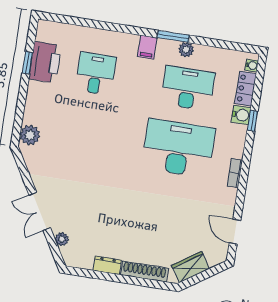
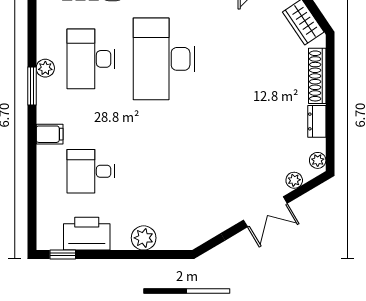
filing cabinet: (147, 47) -> (50, 134), moved
window: (27, 63) -> (63, 254), moved
plant: (30, 135) -> (144, 238), moved
plant: (75, 261) -> (318, 160), added

